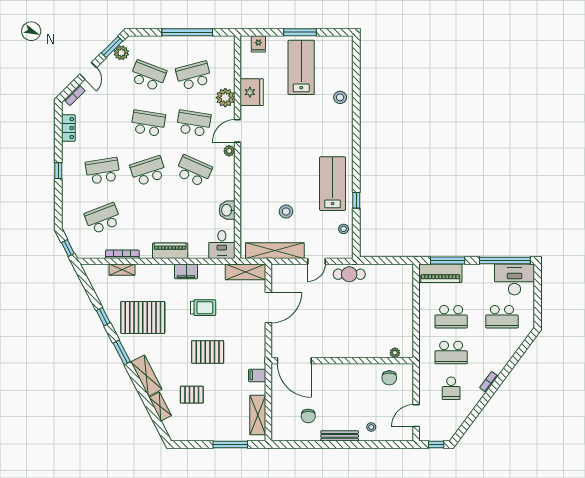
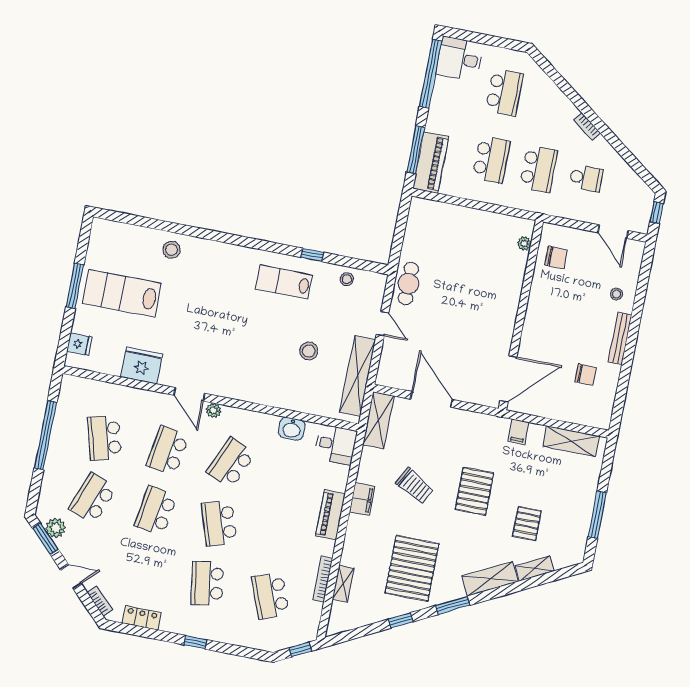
plant: (225, 98) -> (142, 402), removed
lab bench: (333, 184) -> (284, 282), width x0.73, depth x0.72
desk: (514, 279) -> (460, 59), width x0.73
trolley: (203, 308) -> (415, 486), turned 119
window: (230, 444) -> (597, 515), moved

